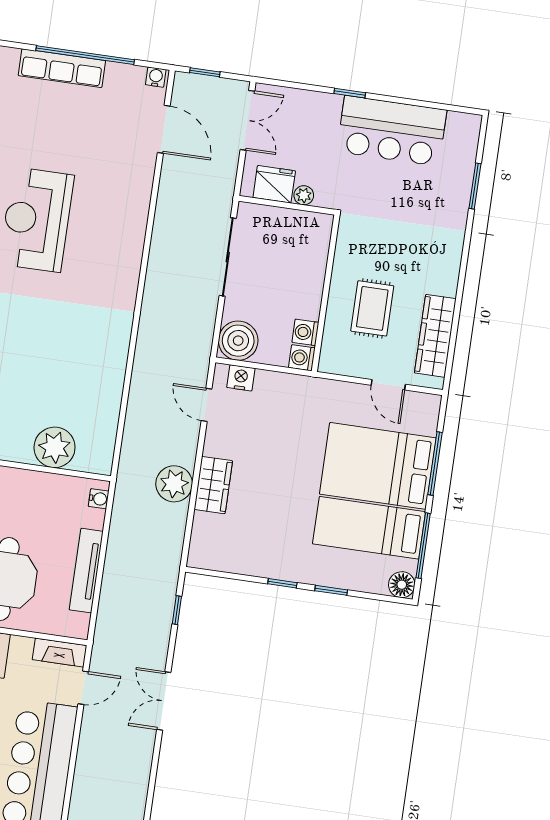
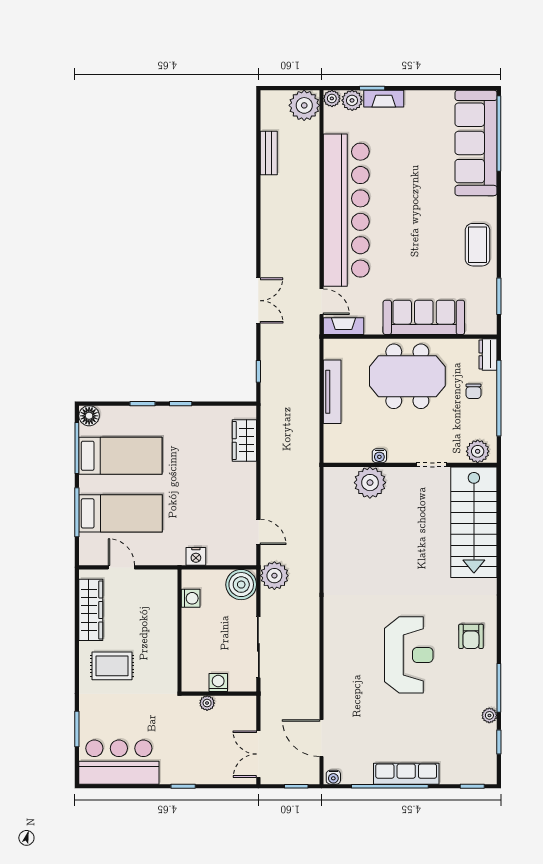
bar counter: (392, 131) -> (119, 762), moved
fridge: (274, 184) -> (231, 708), removed
rug: (372, 308) -> (112, 666), moved, turned 90
washing machine: (302, 358) -> (218, 682), moved, turned -90
nightstand: (241, 378) -> (196, 556), moved
bed: (378, 466) -> (121, 513), width x0.67
plant: (174, 484) -> (274, 576), moved
wardrobe: (213, 485) -> (244, 440), moved
water cooler: (99, 499) -> (379, 456), moved, turned -90
door: (83, 688) -> (321, 302), swing flipped

